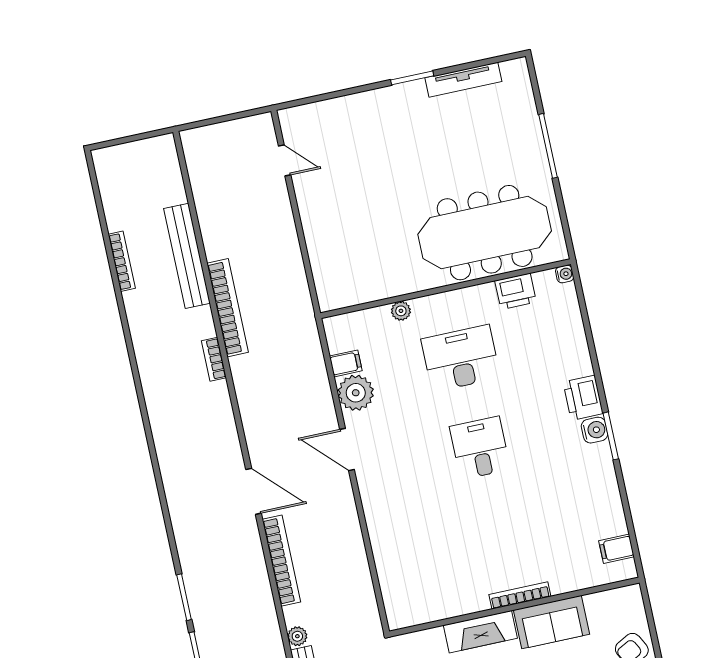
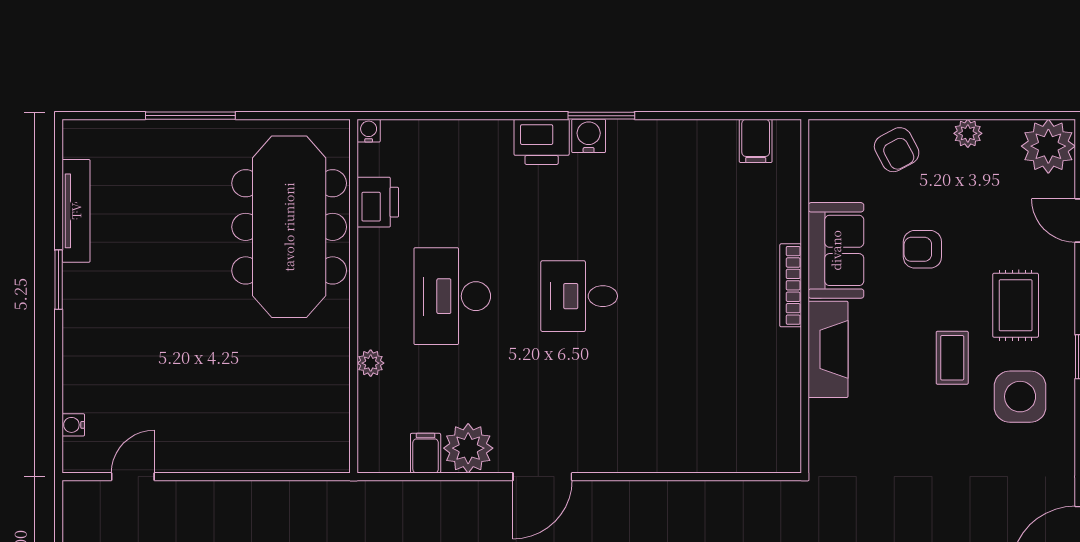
water cooler: (312, 110) -> (73, 425), added

